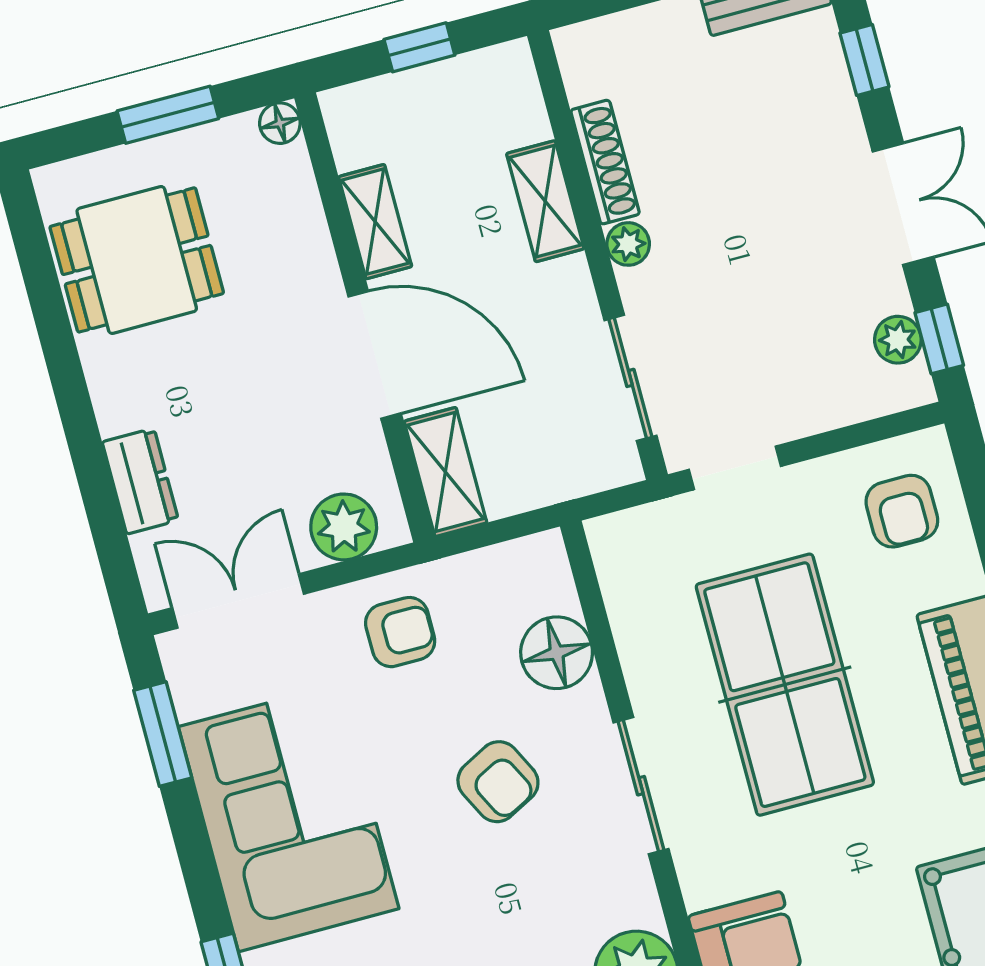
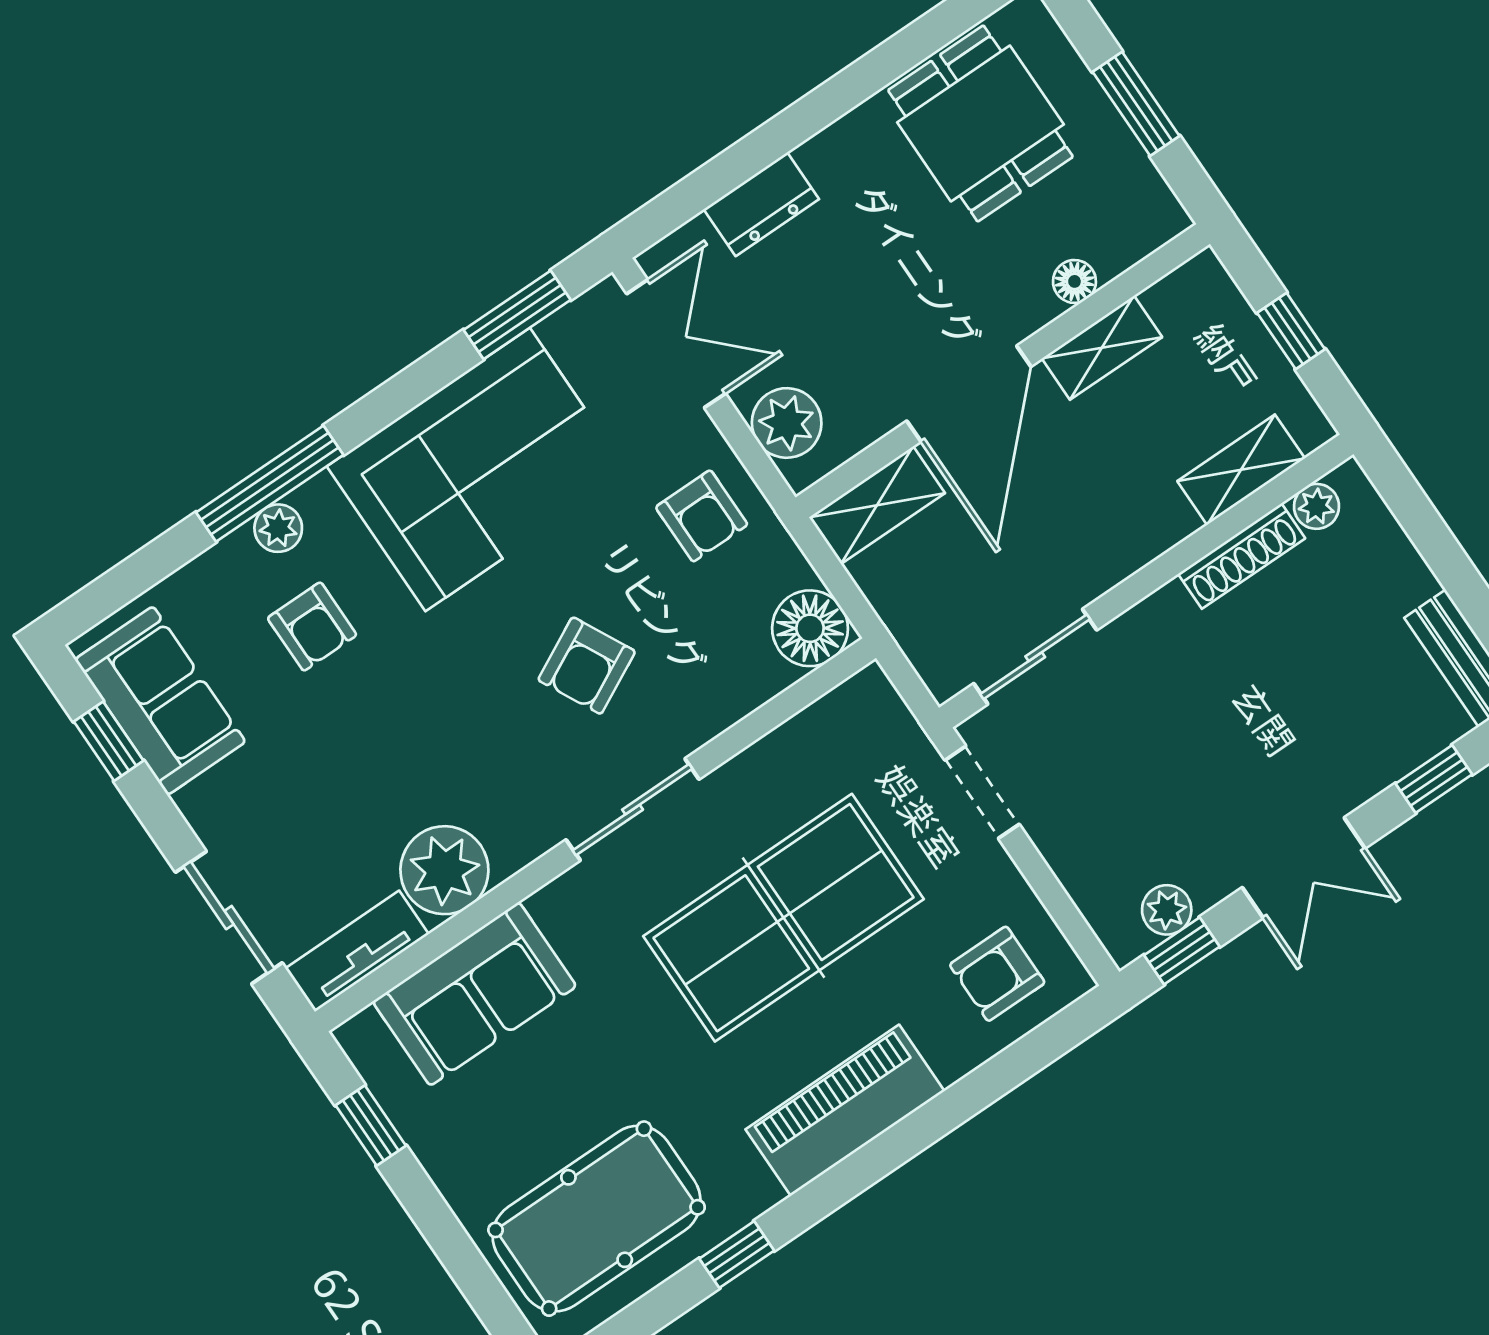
floor lamp: (280, 123) -> (1074, 281), moved
shelving: (545, 201) -> (1241, 470), moved
plant: (628, 244) -> (1316, 506), moved
floor lamp: (557, 653) -> (810, 628), moved

